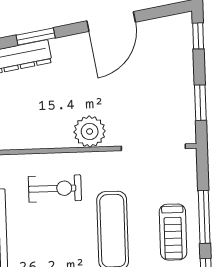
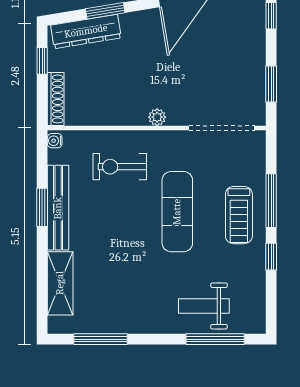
plant: (90, 131) -> (157, 117), width x0.53, depth x0.53
exercise bike: (55, 189) -> (120, 167), turned 180

